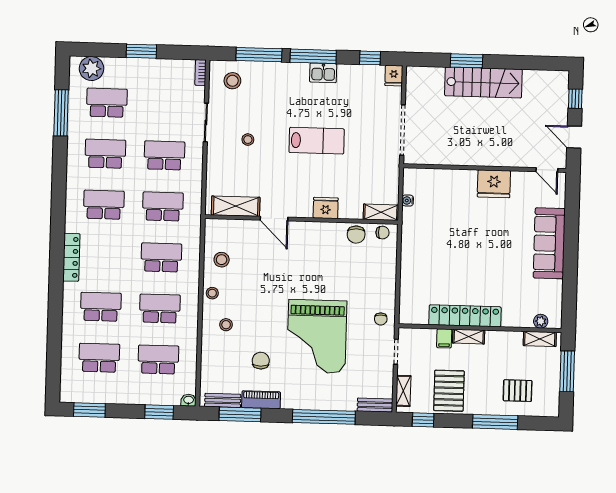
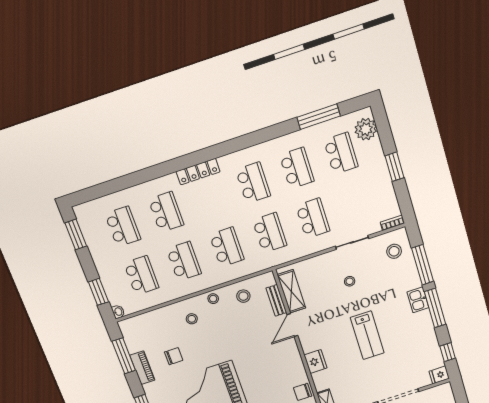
kitchen sink: (323, 73) -> (418, 300), moved
bench: (223, 400) -> (276, 300), moved

